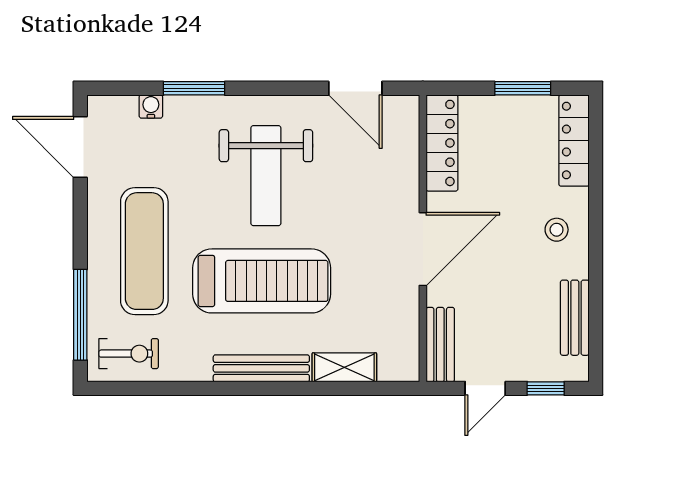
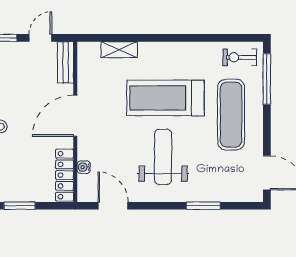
water cooler: (151, 106) -> (84, 167), moved, turned 90
bench: (261, 368) -> (166, 49), removed

